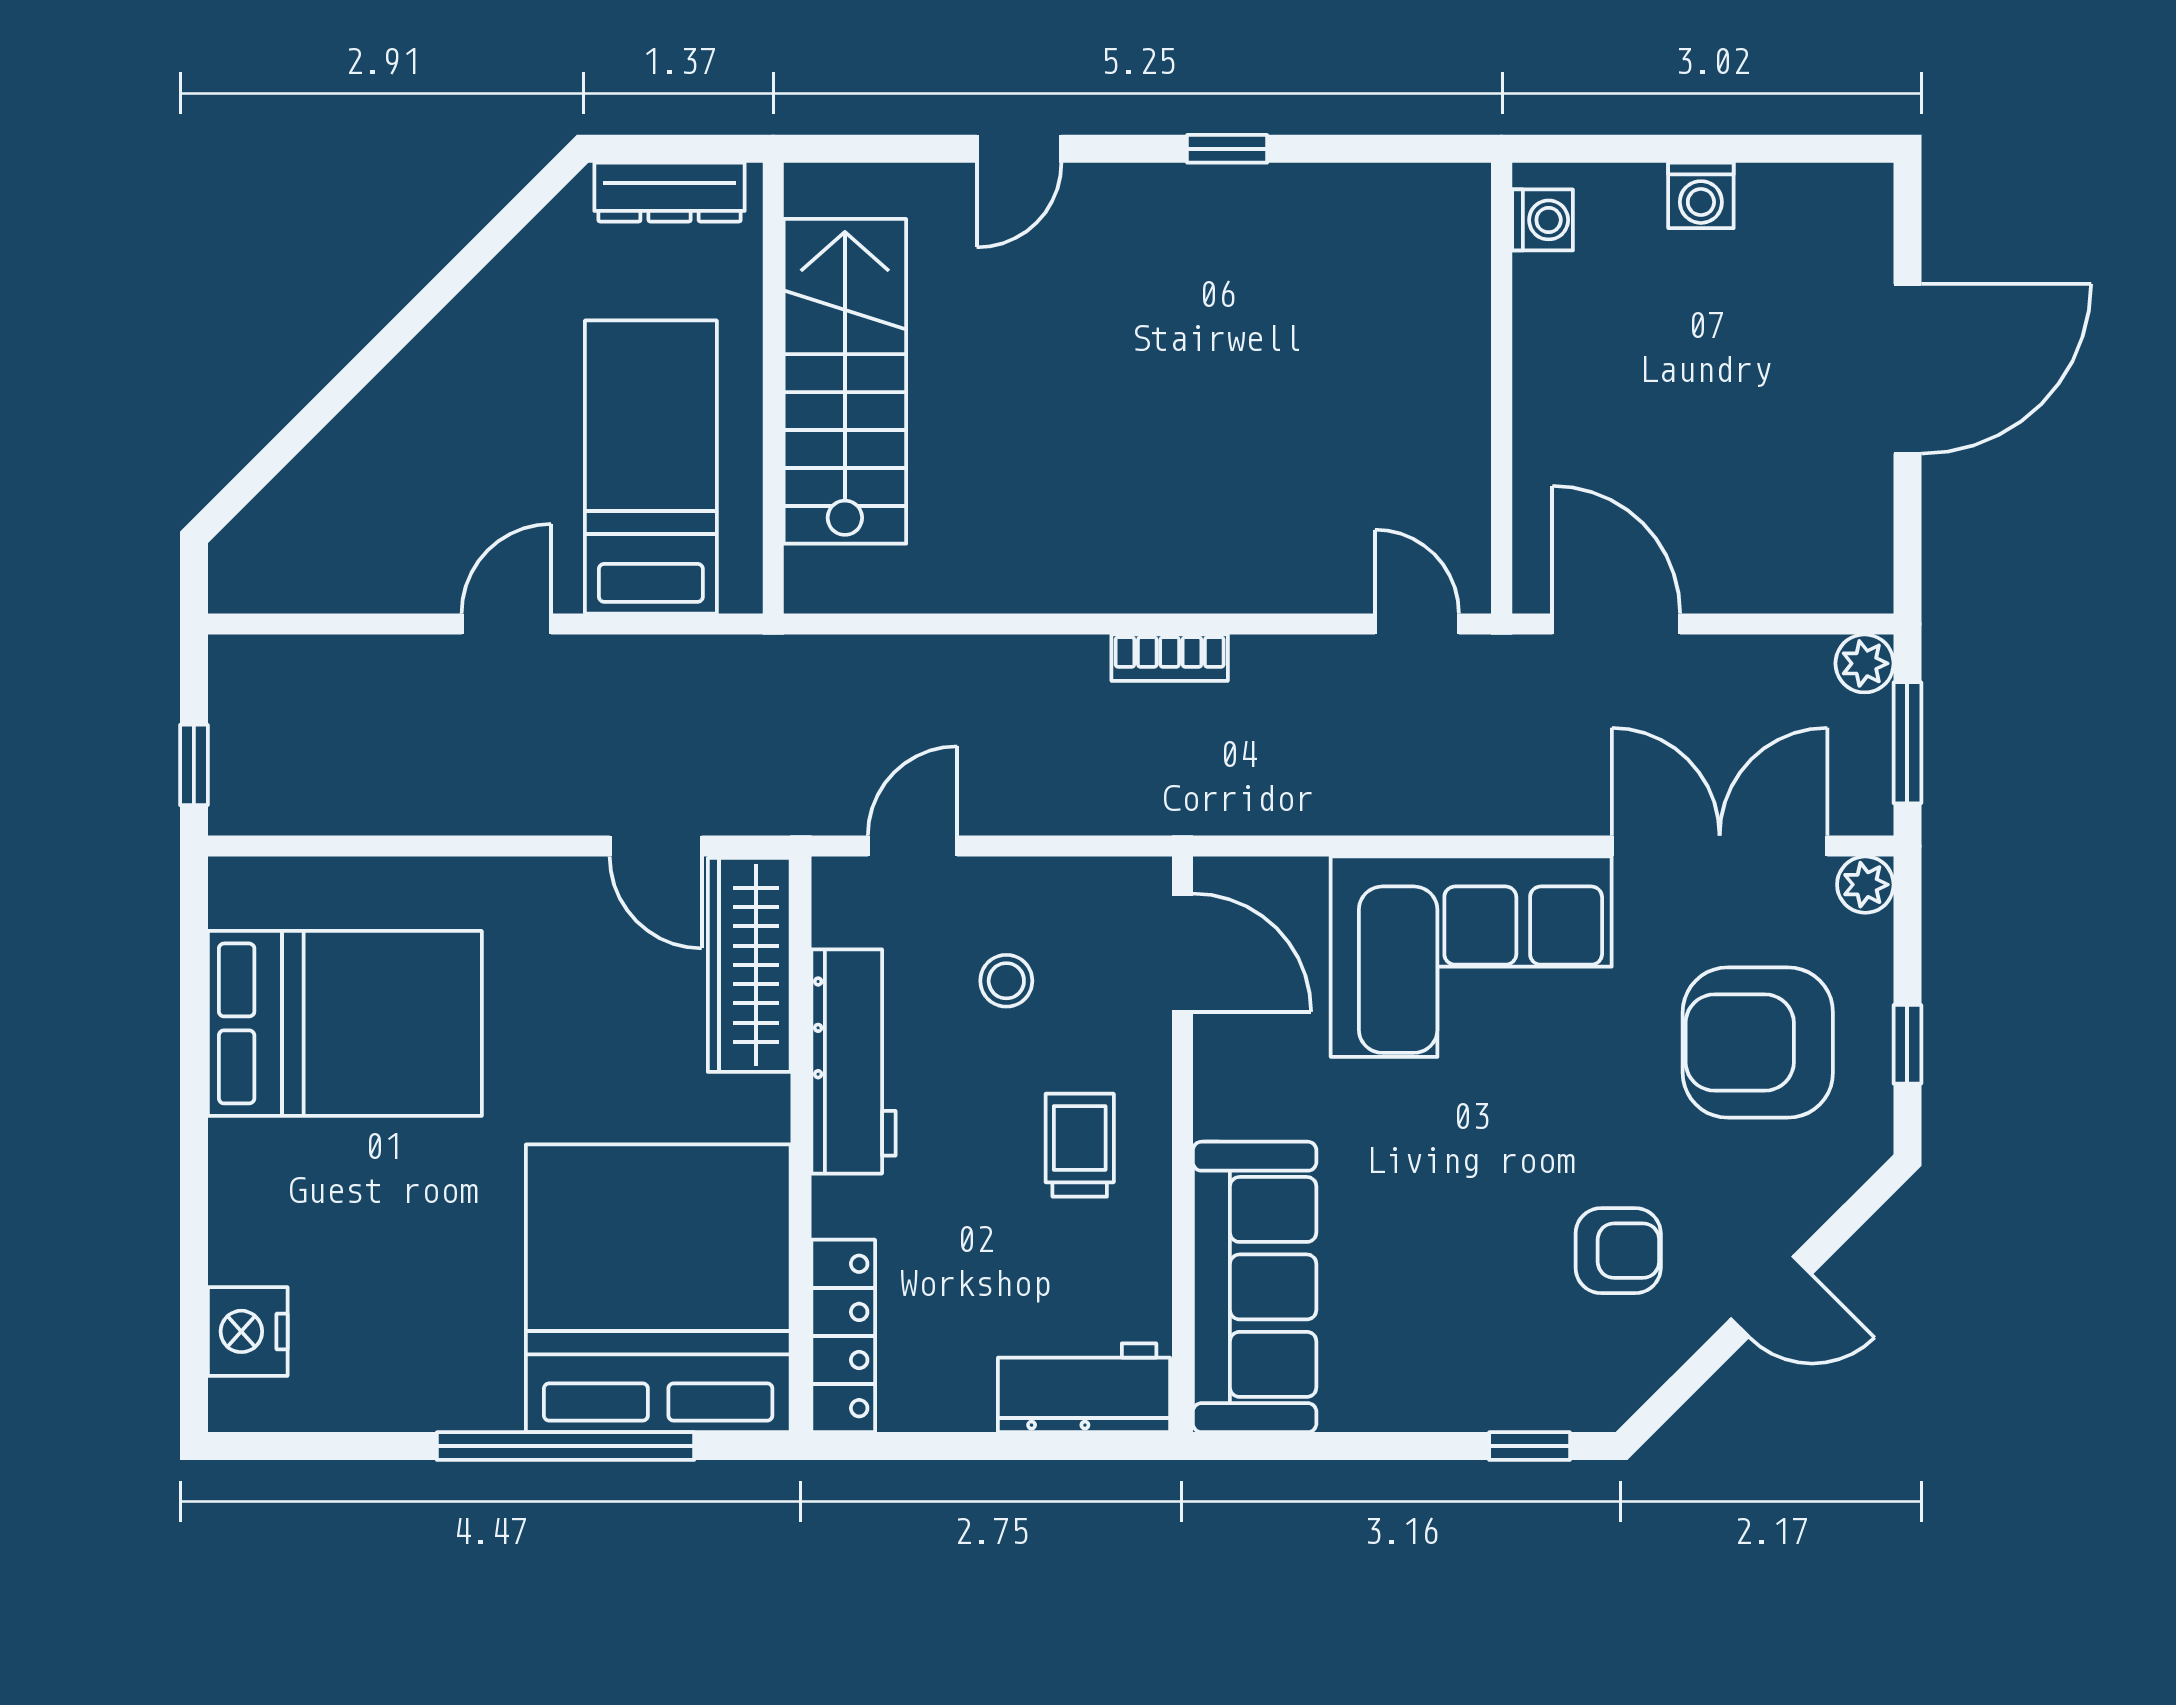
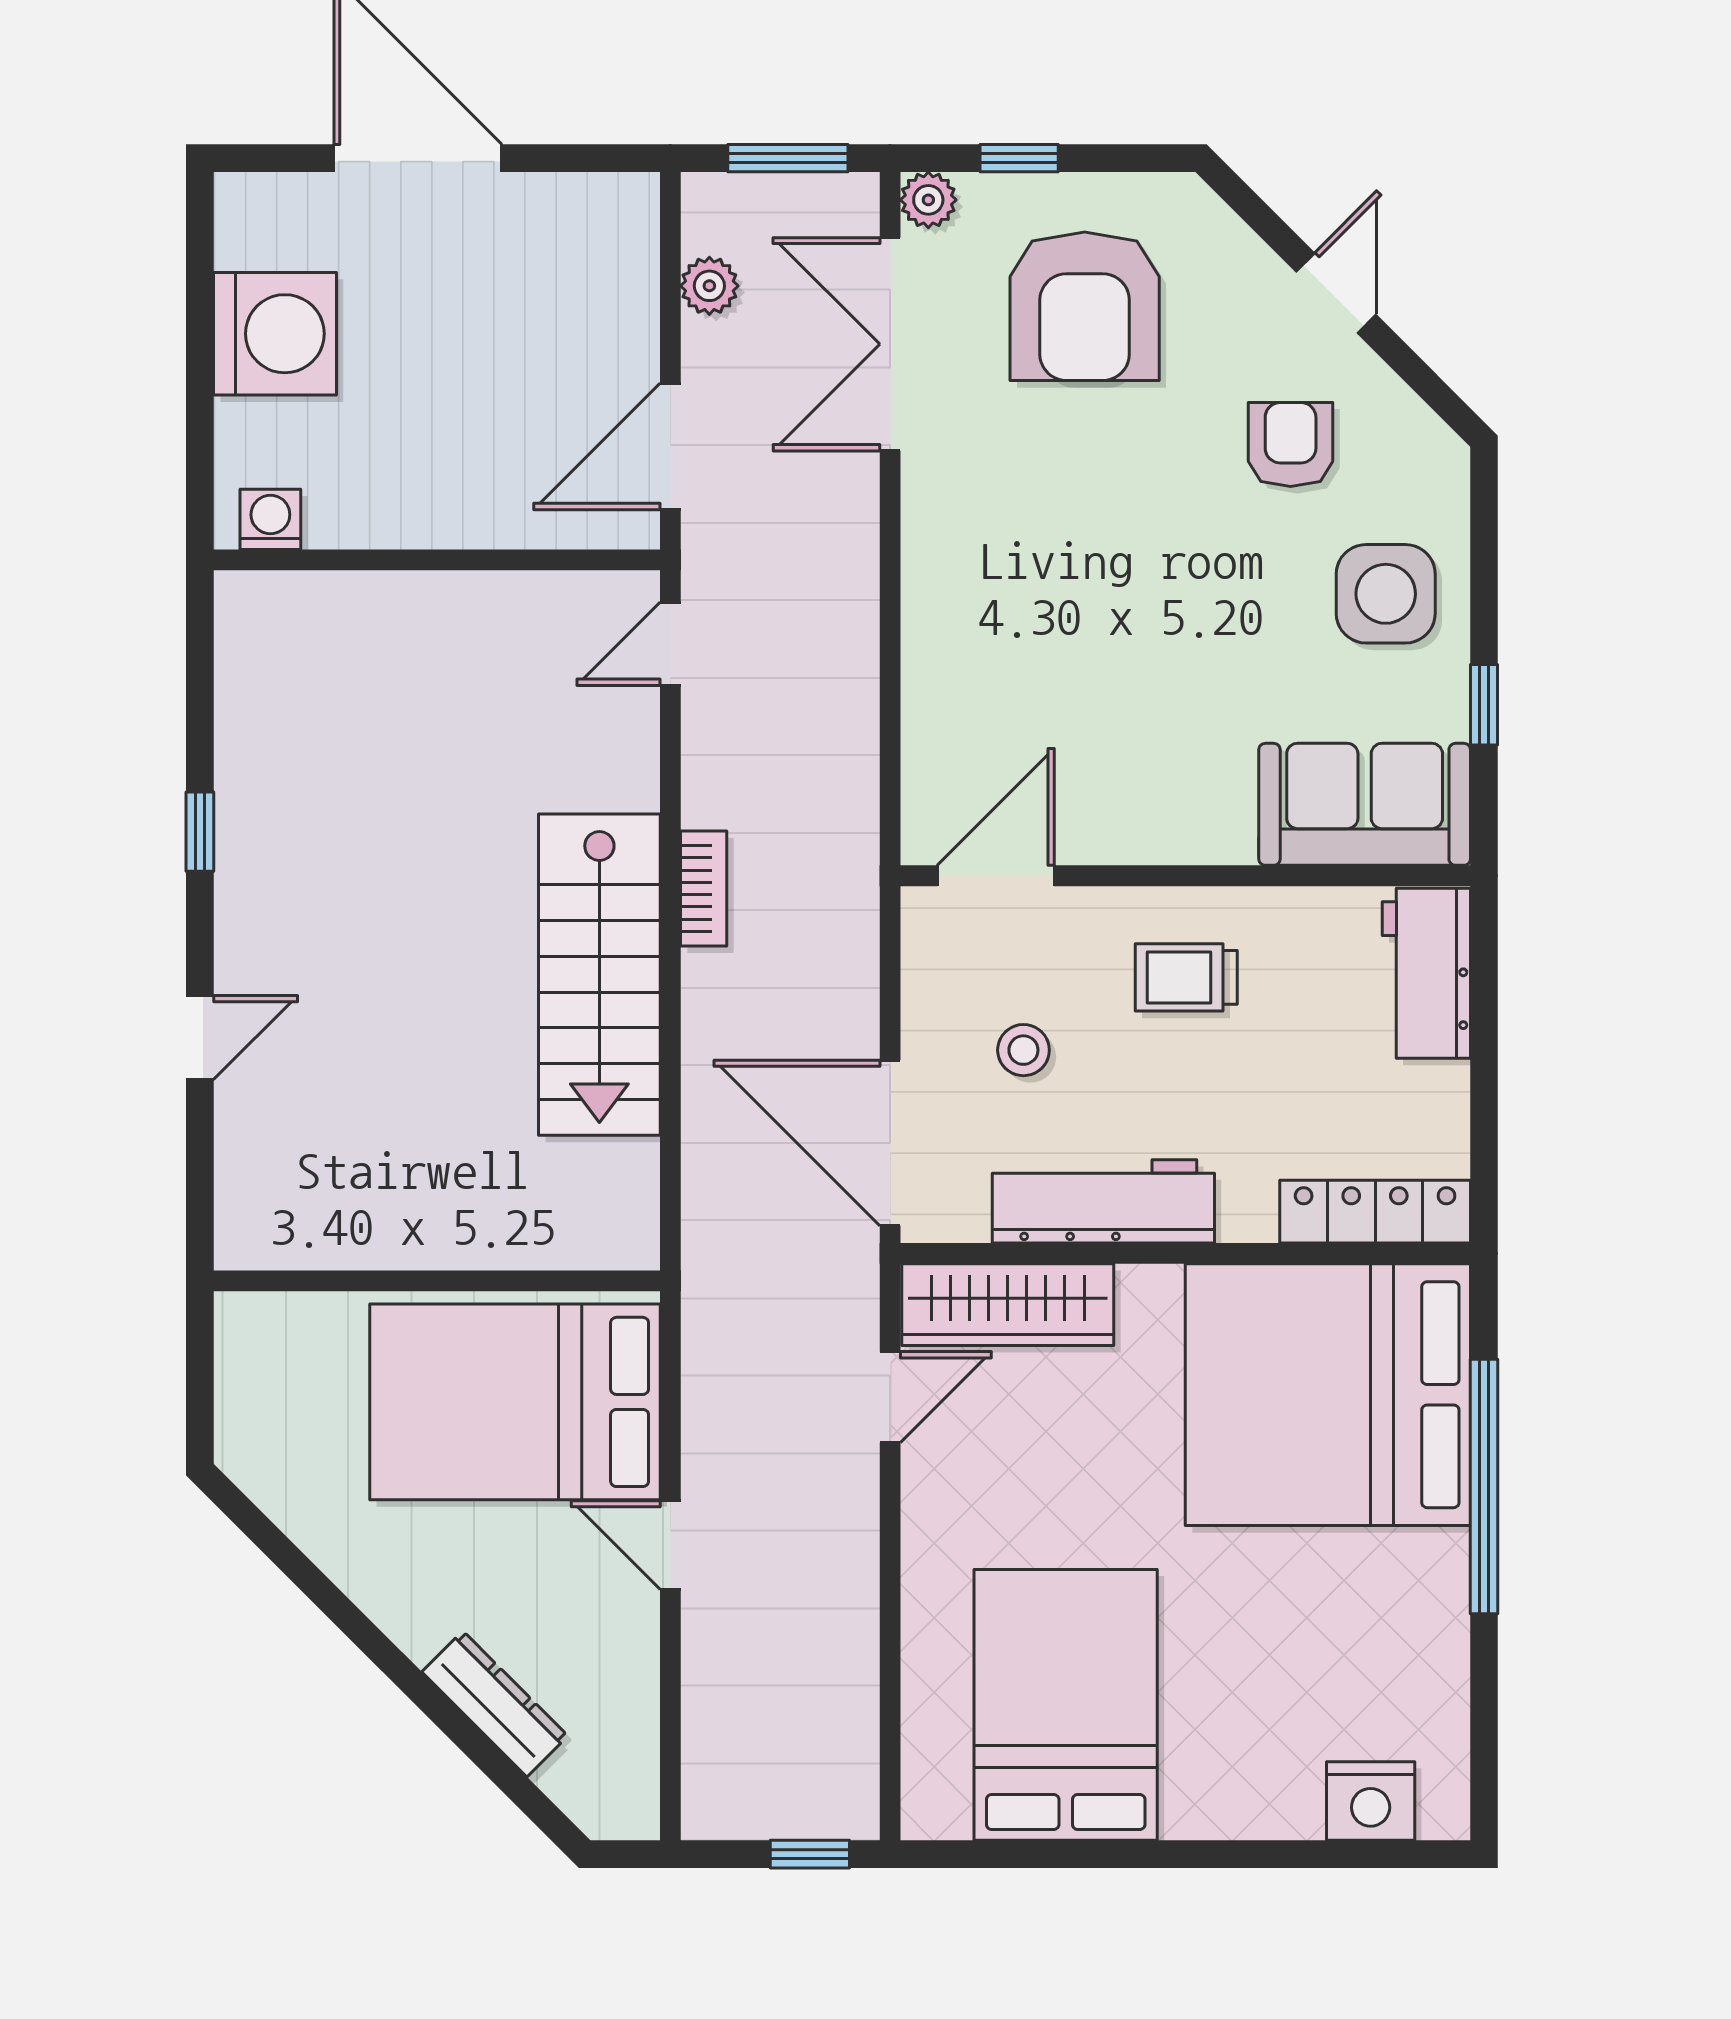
door: (1019, 149) -> (200, 1037), hinge flipped
dresser: (670, 192) -> (495, 1704), moved, turned -45
washing machine: (1701, 195) -> (275, 334), width x1.89, depth x1.89
stairs: (845, 381) -> (599, 975), moved, turned -90
bed: (651, 467) -> (515, 1402), width x1.50
plant: (1865, 663) -> (709, 286), moved
door: (912, 846) -> (890, 1143), width x1.88
corner sofa: (1471, 957) -> (1000, 590), removed
window: (1907, 1044) -> (1019, 158), moved
sofa: (1255, 1287) -> (1365, 804), width x0.73
side table: (1467, 1347) -> (1386, 594), added
window: (1530, 1446) -> (1484, 705), moved

